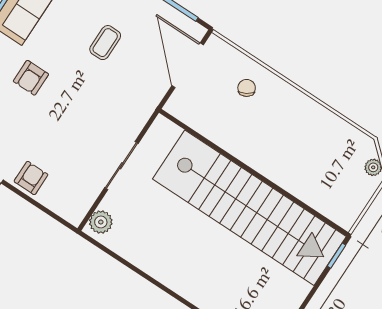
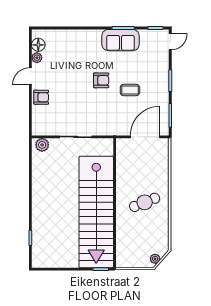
armchair: (31, 78) -> (101, 80), moved, turned 180
chair: (247, 88) -> (153, 173), removed
cafe table: (282, 129) -> (145, 202), added

